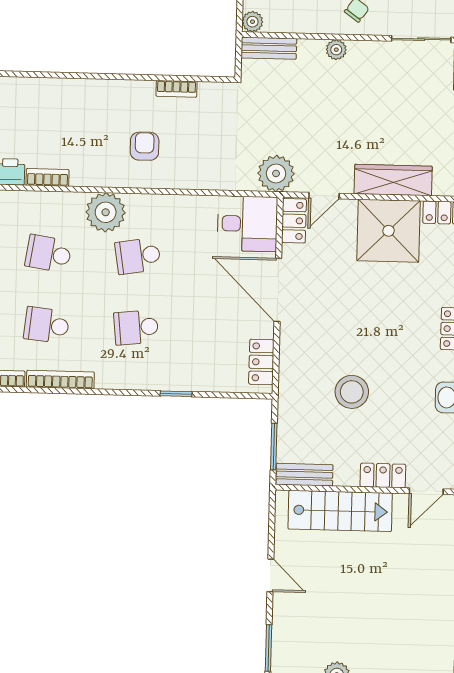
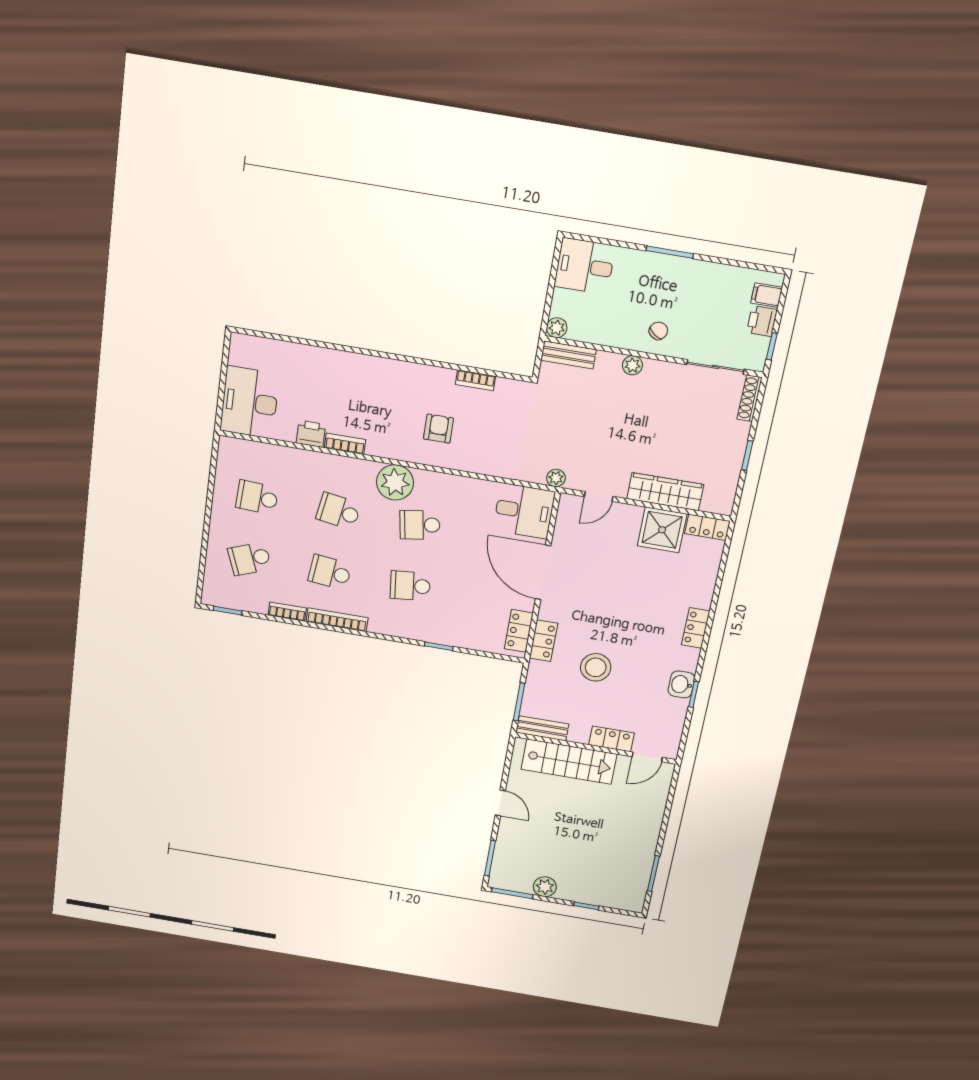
plant: (276, 173) -> (556, 478), width x0.53, depth x0.53
locker: (294, 221) -> (544, 641), moved
shower: (388, 231) -> (662, 530), width x0.73, depth x0.73

